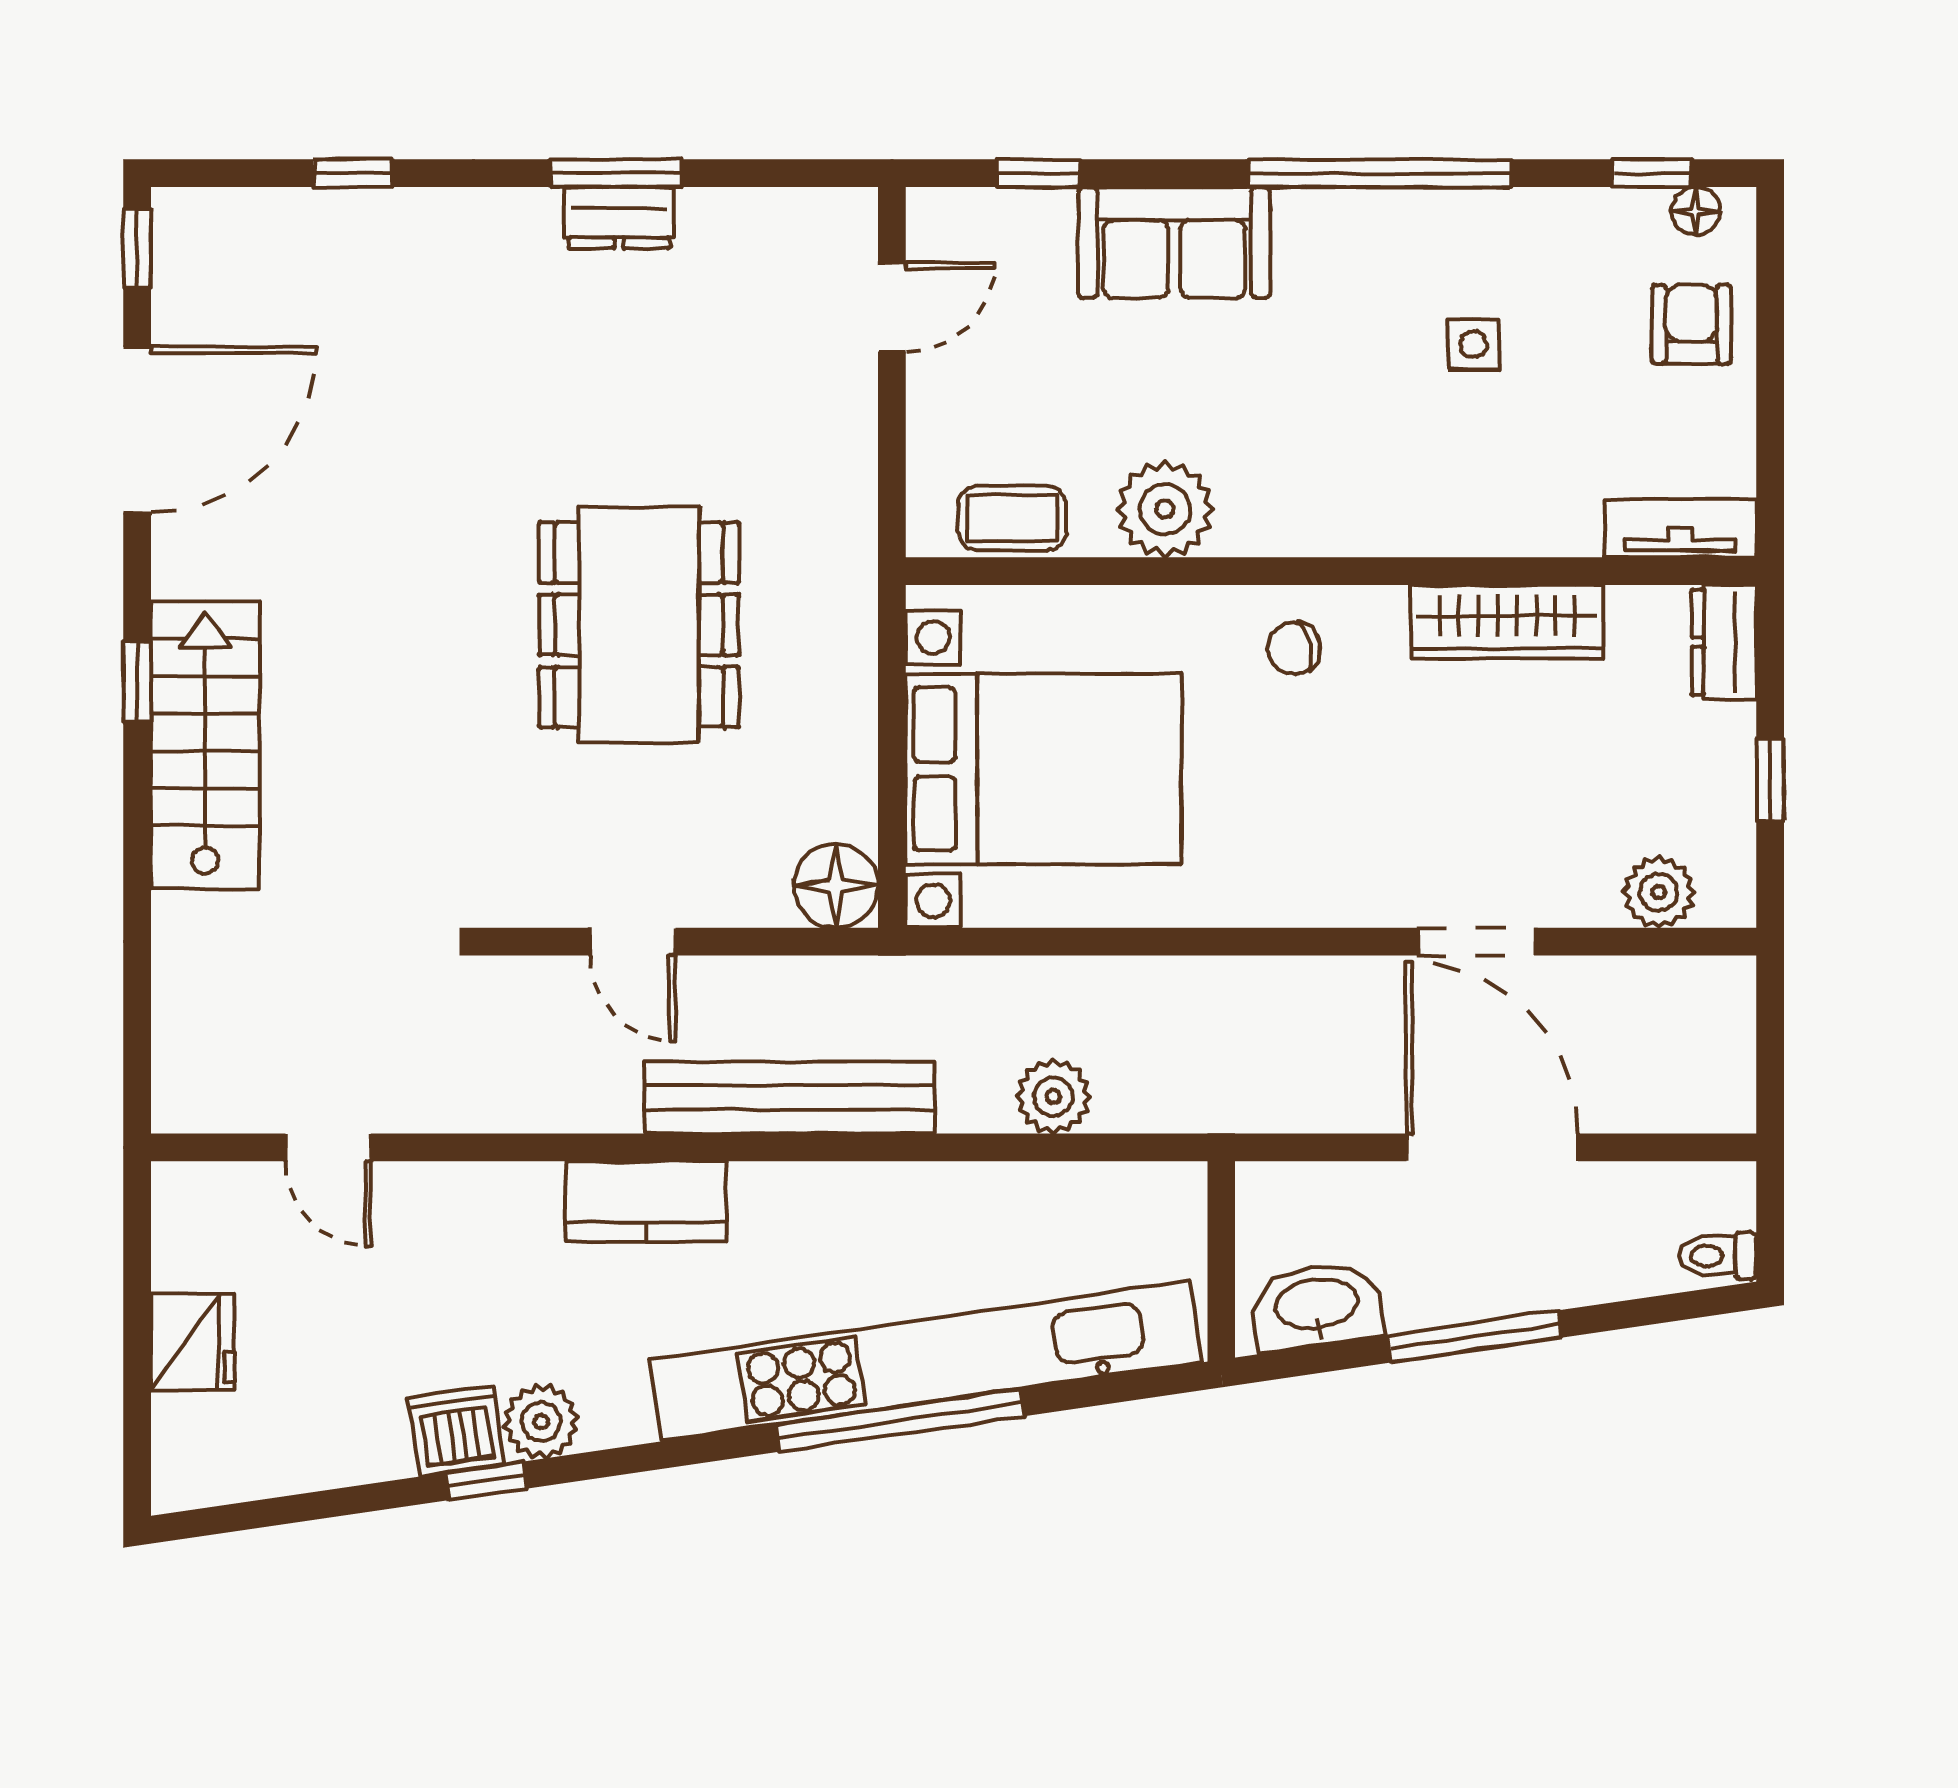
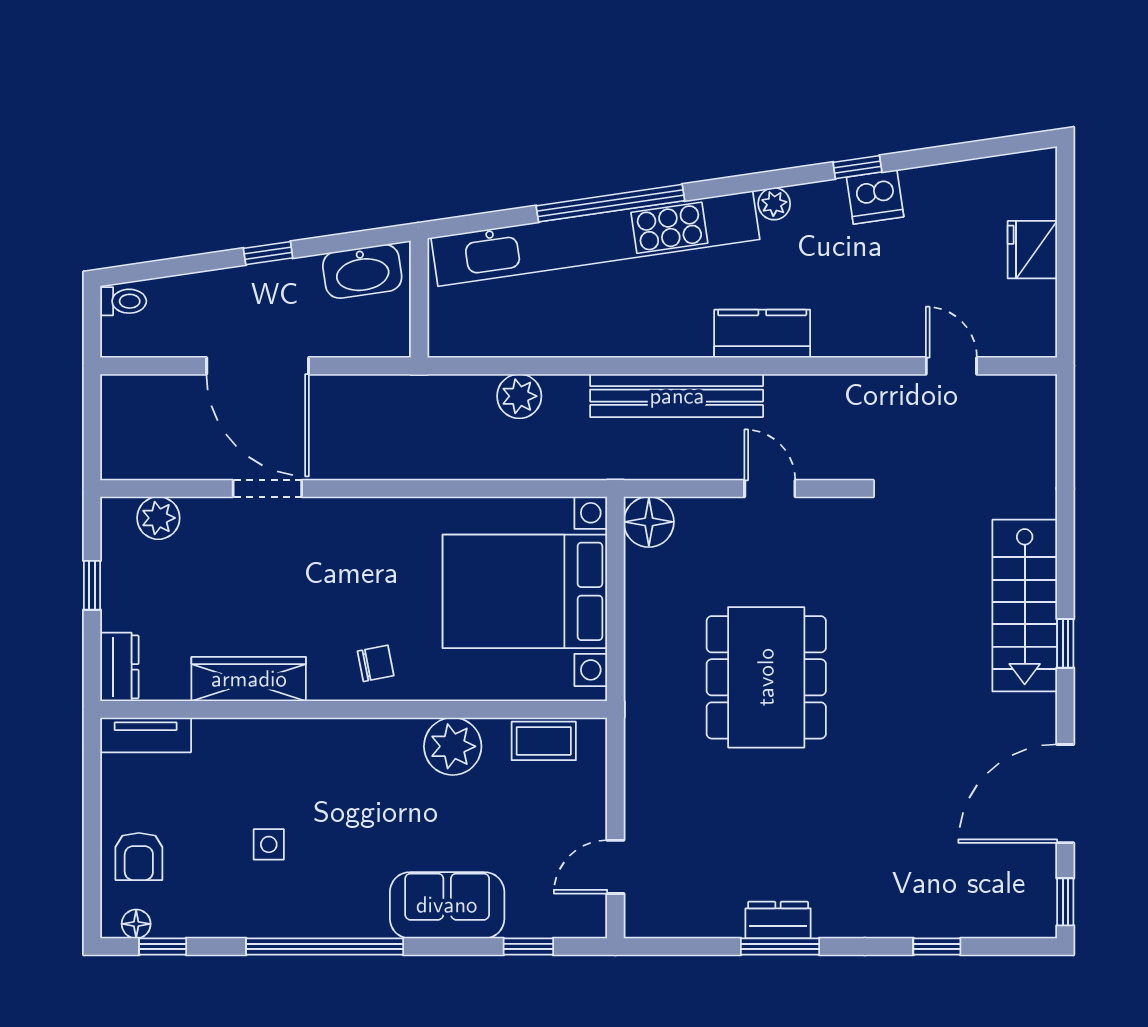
window: (1475, 1336) -> (268, 253), width x0.46
plant: (541, 1422) -> (774, 204), moved, width x0.73, depth x0.73

